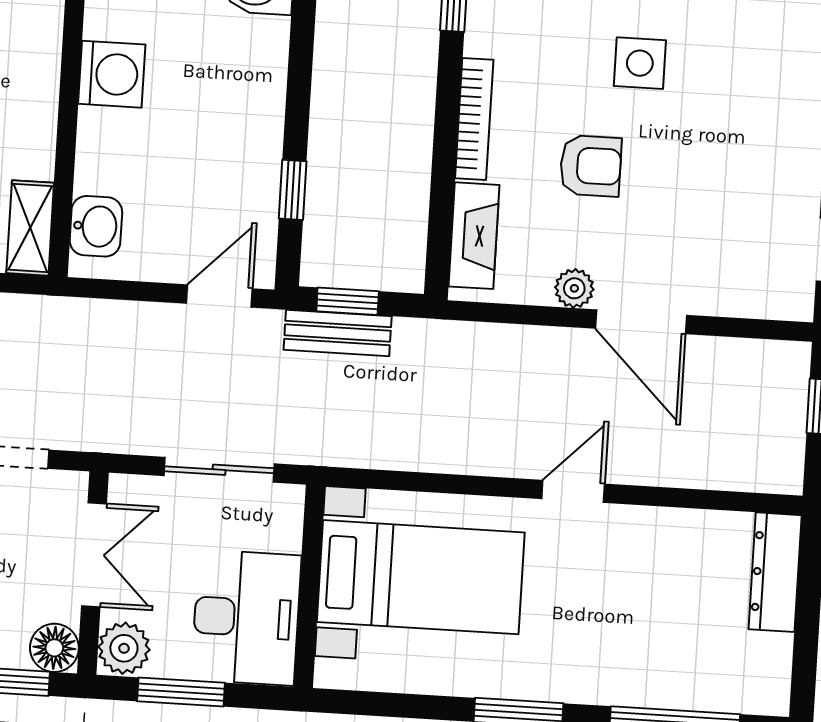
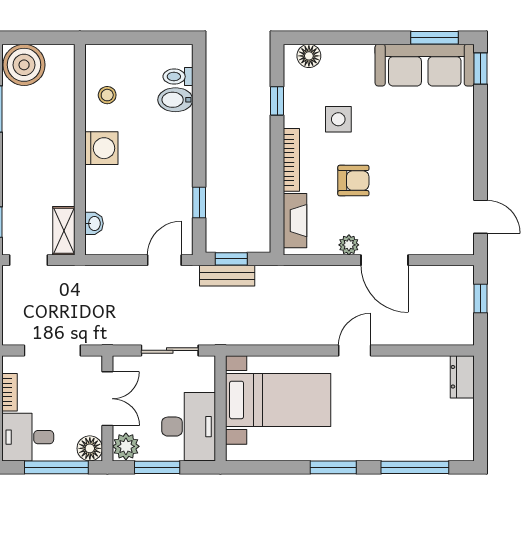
side table: (640, 63) -> (338, 119), moved
washbasin: (96, 226) -> (94, 223), width x0.72, depth x0.69
dresser: (775, 572) -> (462, 377), width x0.70

